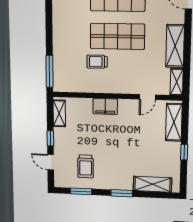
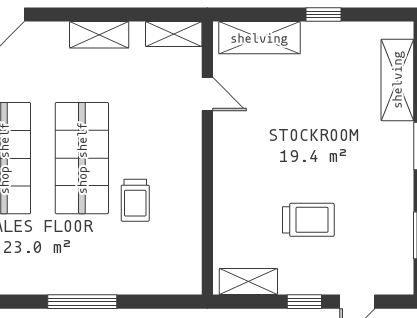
shelving: (175, 46) -> (99, 35), width x0.67, depth x0.75
window: (50, 71) -> (82, 302), moved
filing cabinet: (105, 106) -> (230, 183), removed
trolley: (86, 166) -> (308, 220), moved

